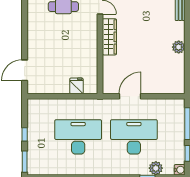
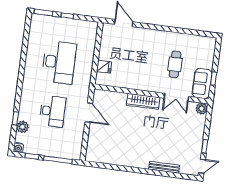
plant: (179, 47) -> (126, 161), removed
desk: (134, 137) -> (53, 111), width x0.73, depth x0.77

